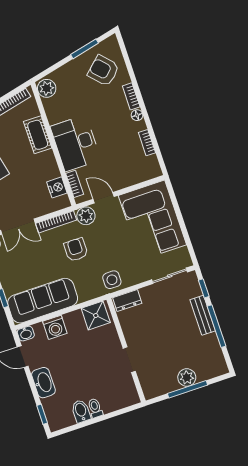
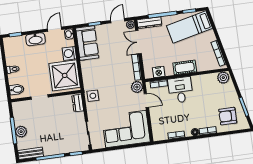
armchair: (103, 71) -> (228, 116), turned -137
cot: (38, 135) -> (185, 67), moved
desk: (76, 143) -> (180, 90), width x0.73
door: (104, 198) -> (146, 101), hinge flipped
armchair: (76, 250) -> (117, 76), removed
sofa: (43, 301) -> (87, 43), width x0.73
shower: (96, 315) -> (65, 75), width x1.86, depth x1.86
bench: (203, 315) -> (31, 153), moved
bidet: (81, 411) -> (17, 89), moved

